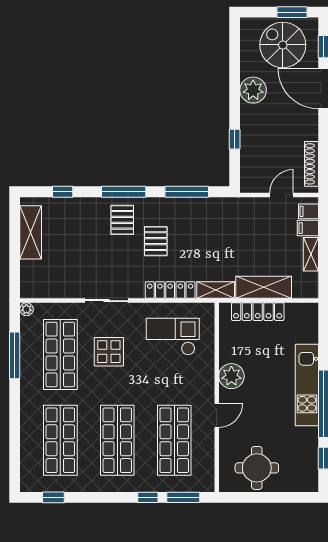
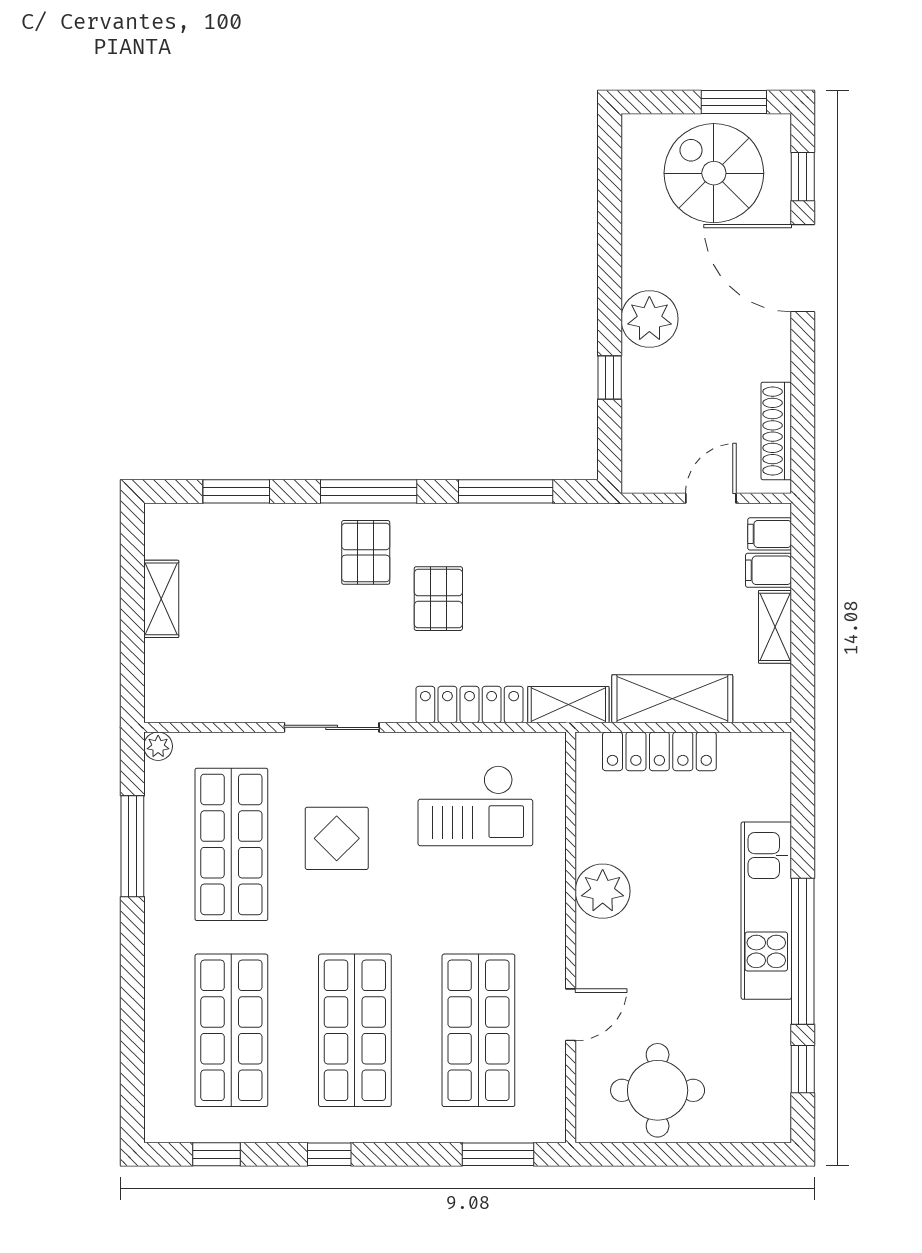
plant: (253, 90) -> (649, 319), moved
window: (63, 192) -> (236, 491), width x1.50
shelving: (31, 232) -> (161, 599), width x0.67, depth x0.75
checkout: (173, 337) -> (475, 806), turned 180
door: (217, 415) -> (571, 1015), moved
window: (148, 497) -> (329, 1154), moved

